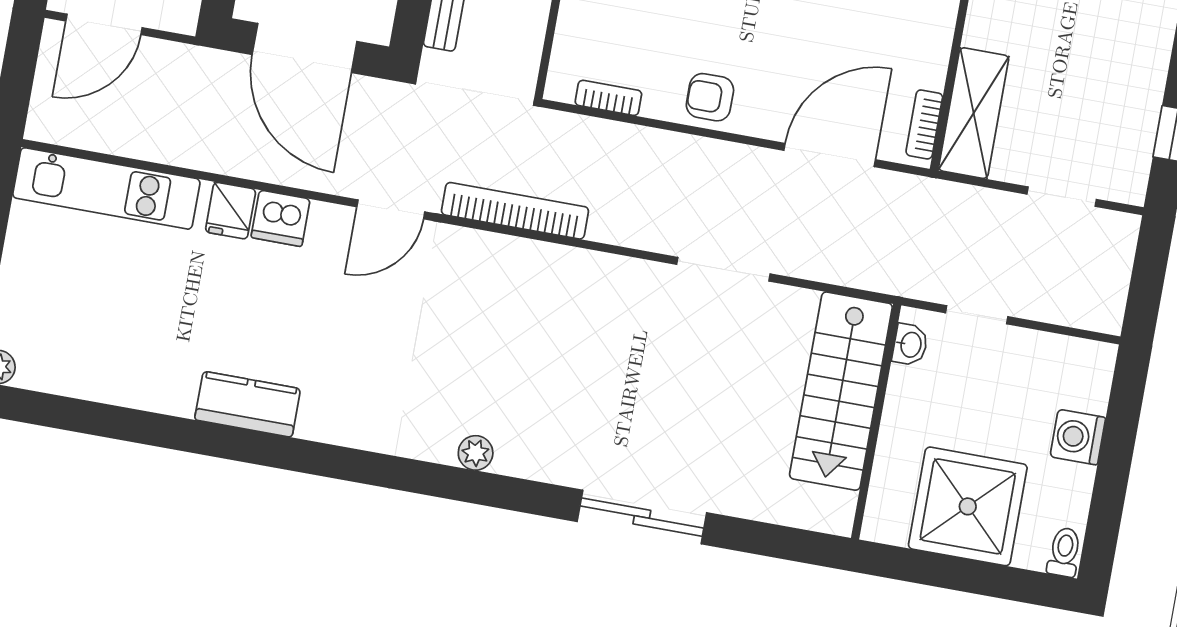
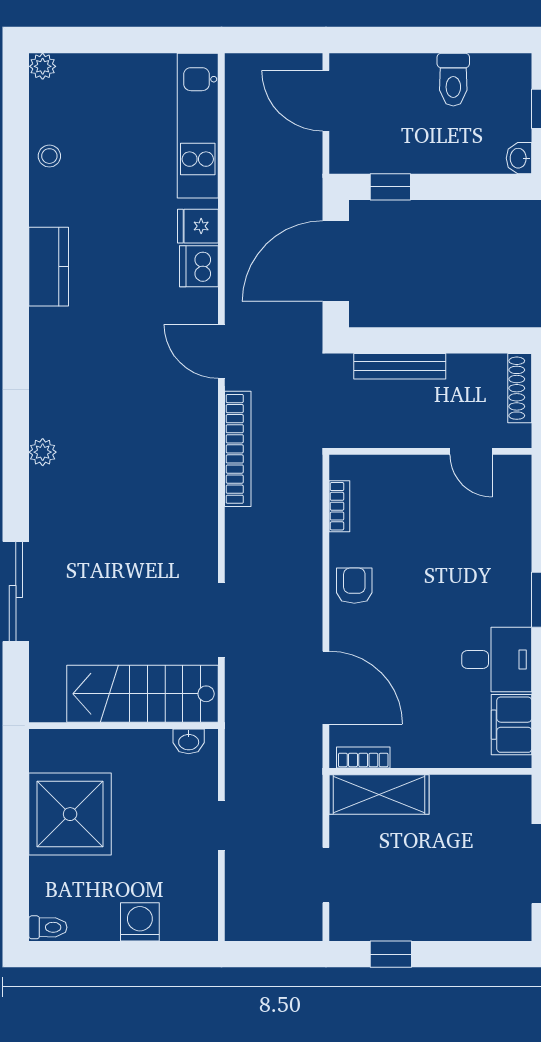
washbasin: (910, 345) -> (189, 741), moved
stool: (111, 379) -> (49, 156), added
stairs: (841, 391) -> (143, 694), moved
wall: (876, 422) -> (124, 726), moved
shower: (968, 506) -> (70, 814), moved

